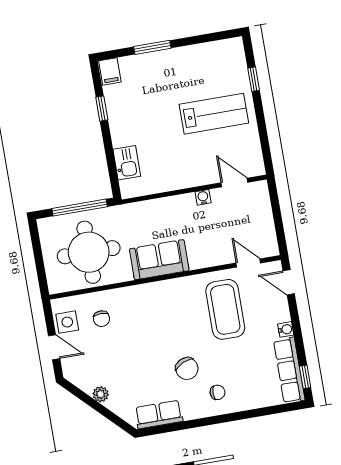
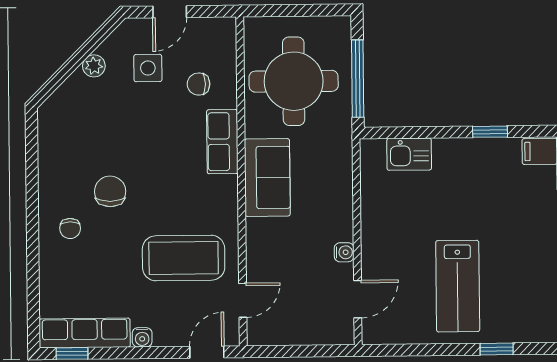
side table: (67, 322) -> (148, 68), moved
chair: (187, 369) -> (110, 191), turned 114
row of seats: (159, 415) -> (222, 142), moved, turned 180

